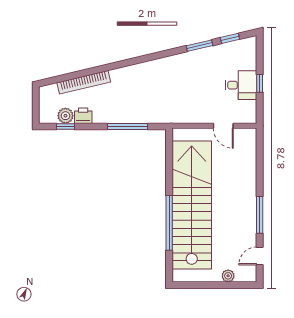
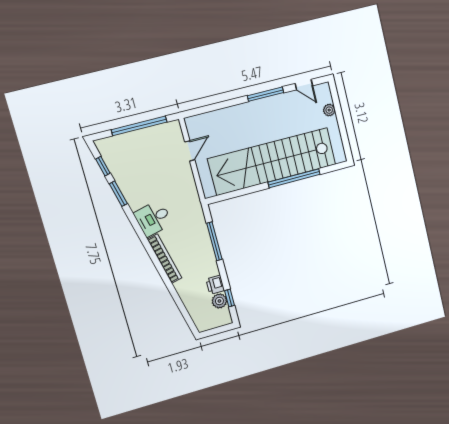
bookcase: (84, 82) -> (165, 259), moved
window: (260, 83) -> (139, 126), width x3.17
desk: (241, 85) -> (153, 218), moved, turned -103

